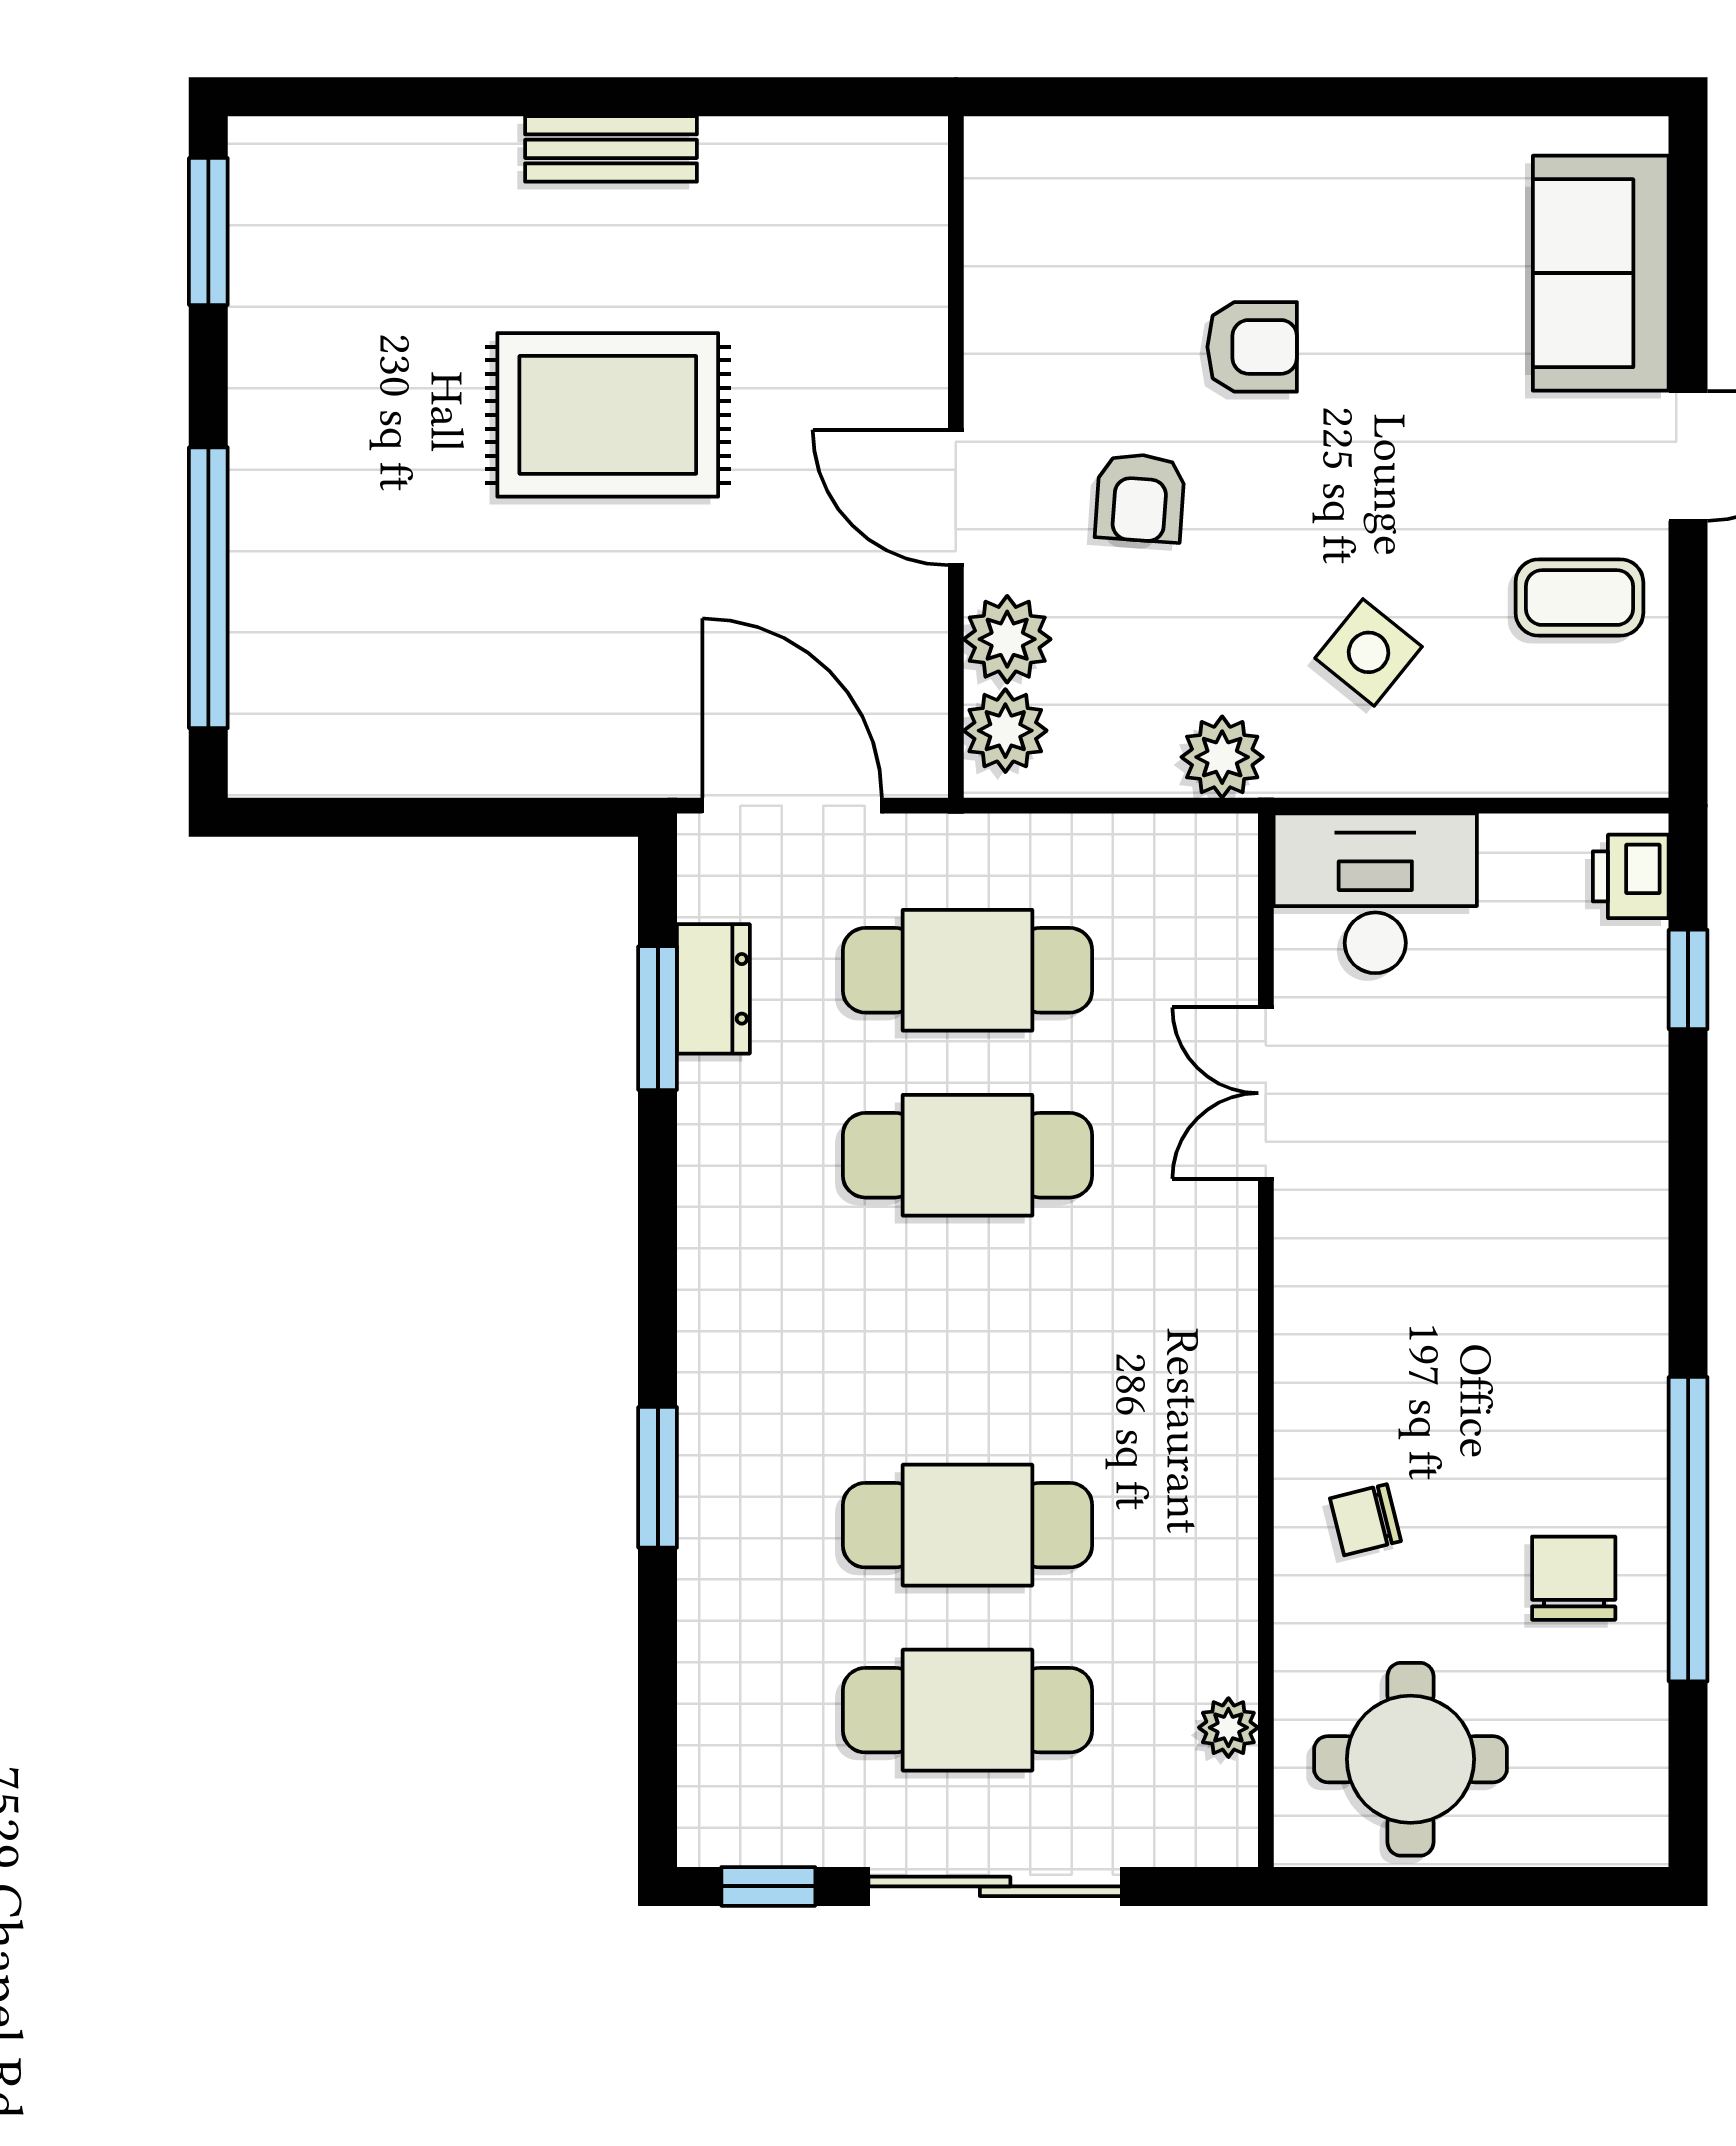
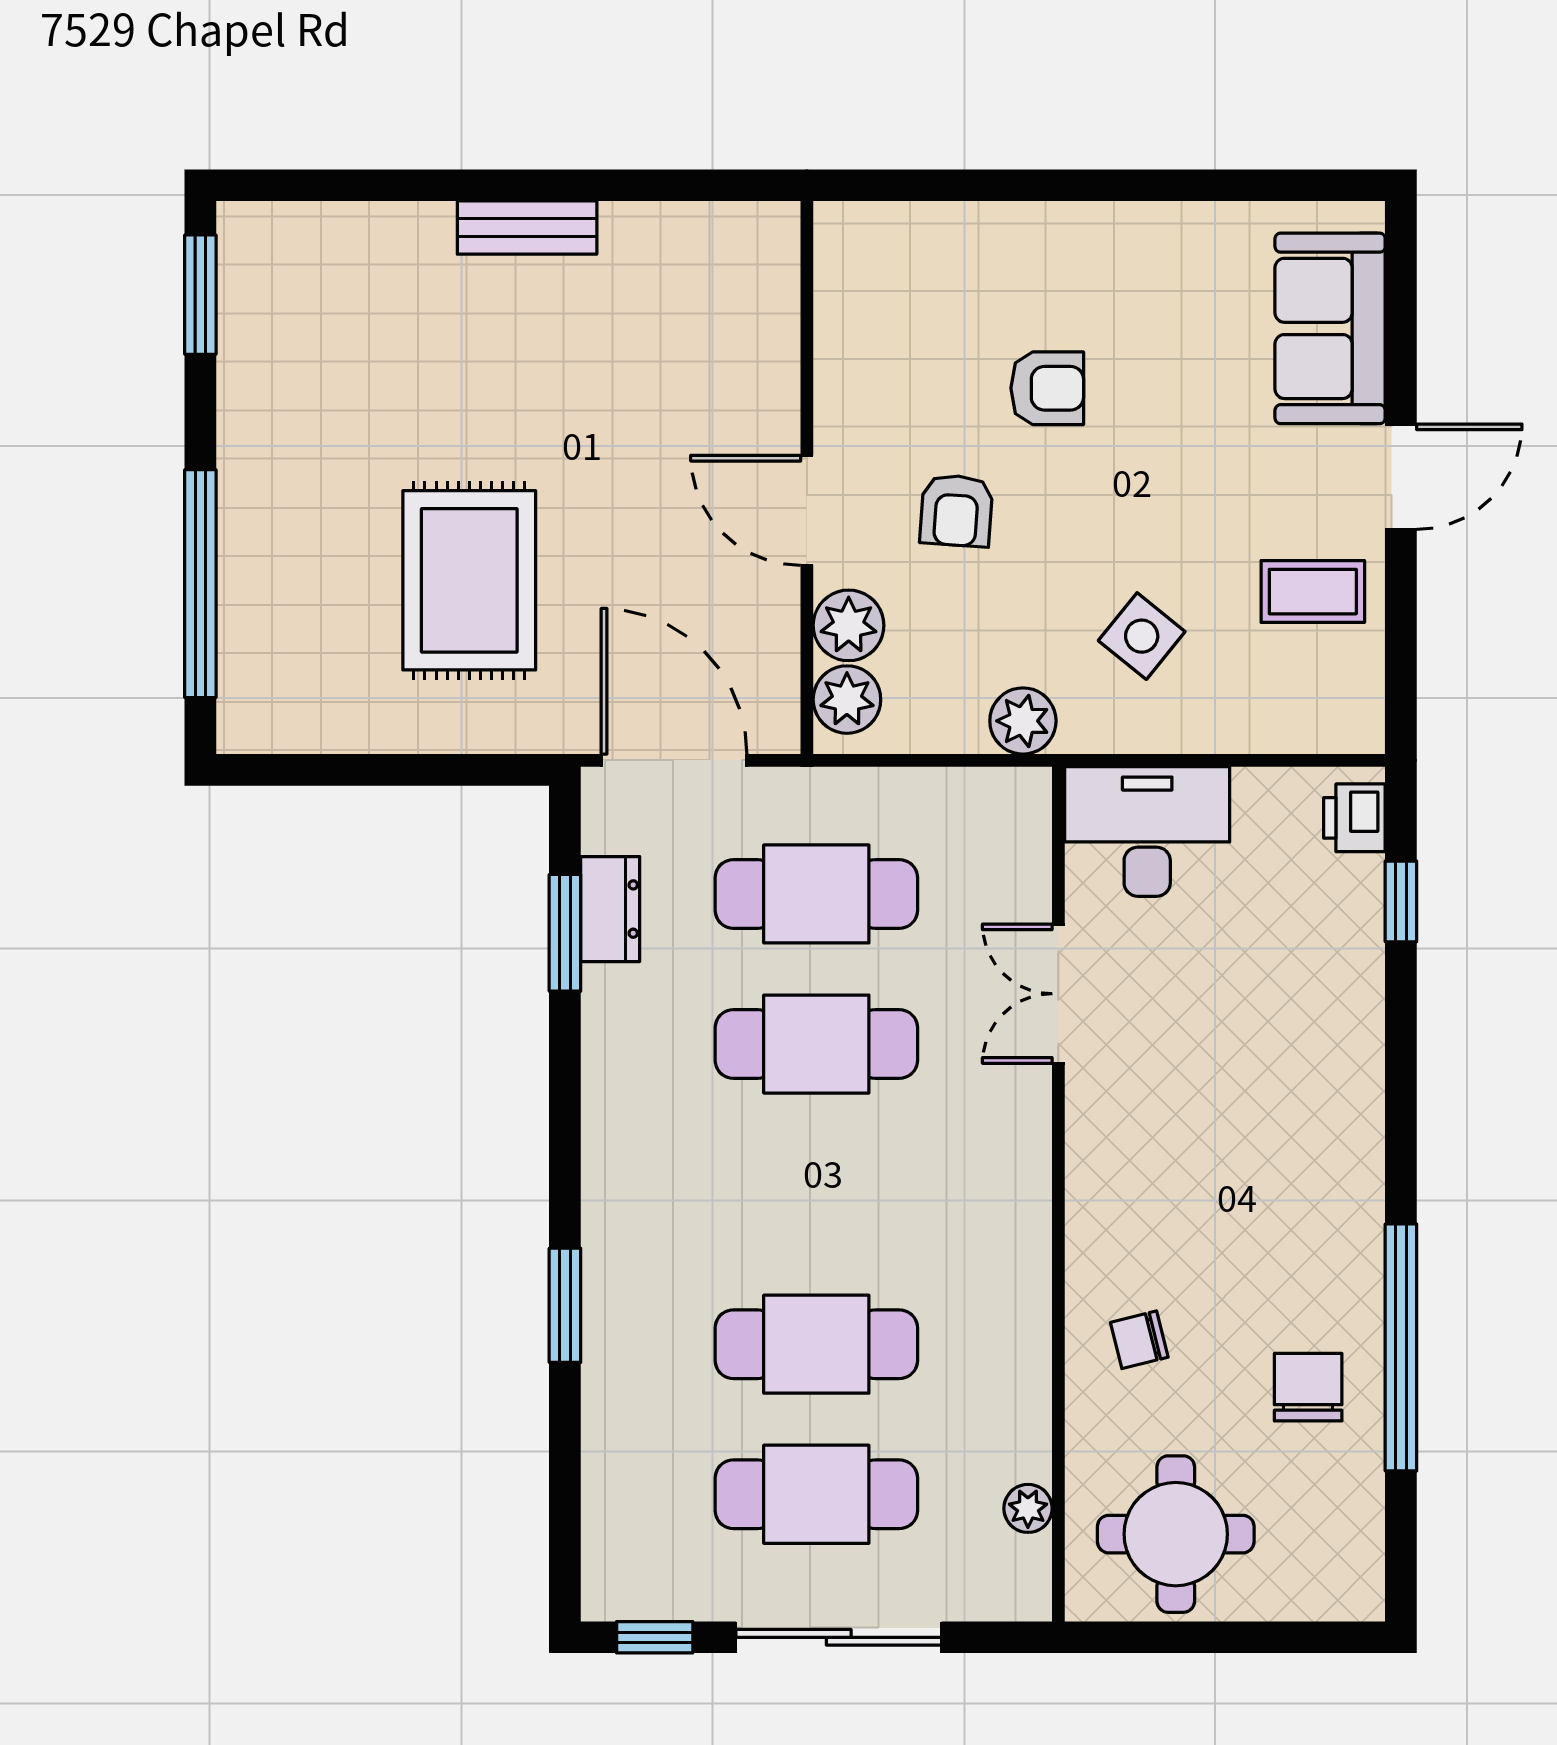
rug: (608, 415) -> (469, 580), moved, turned 90

